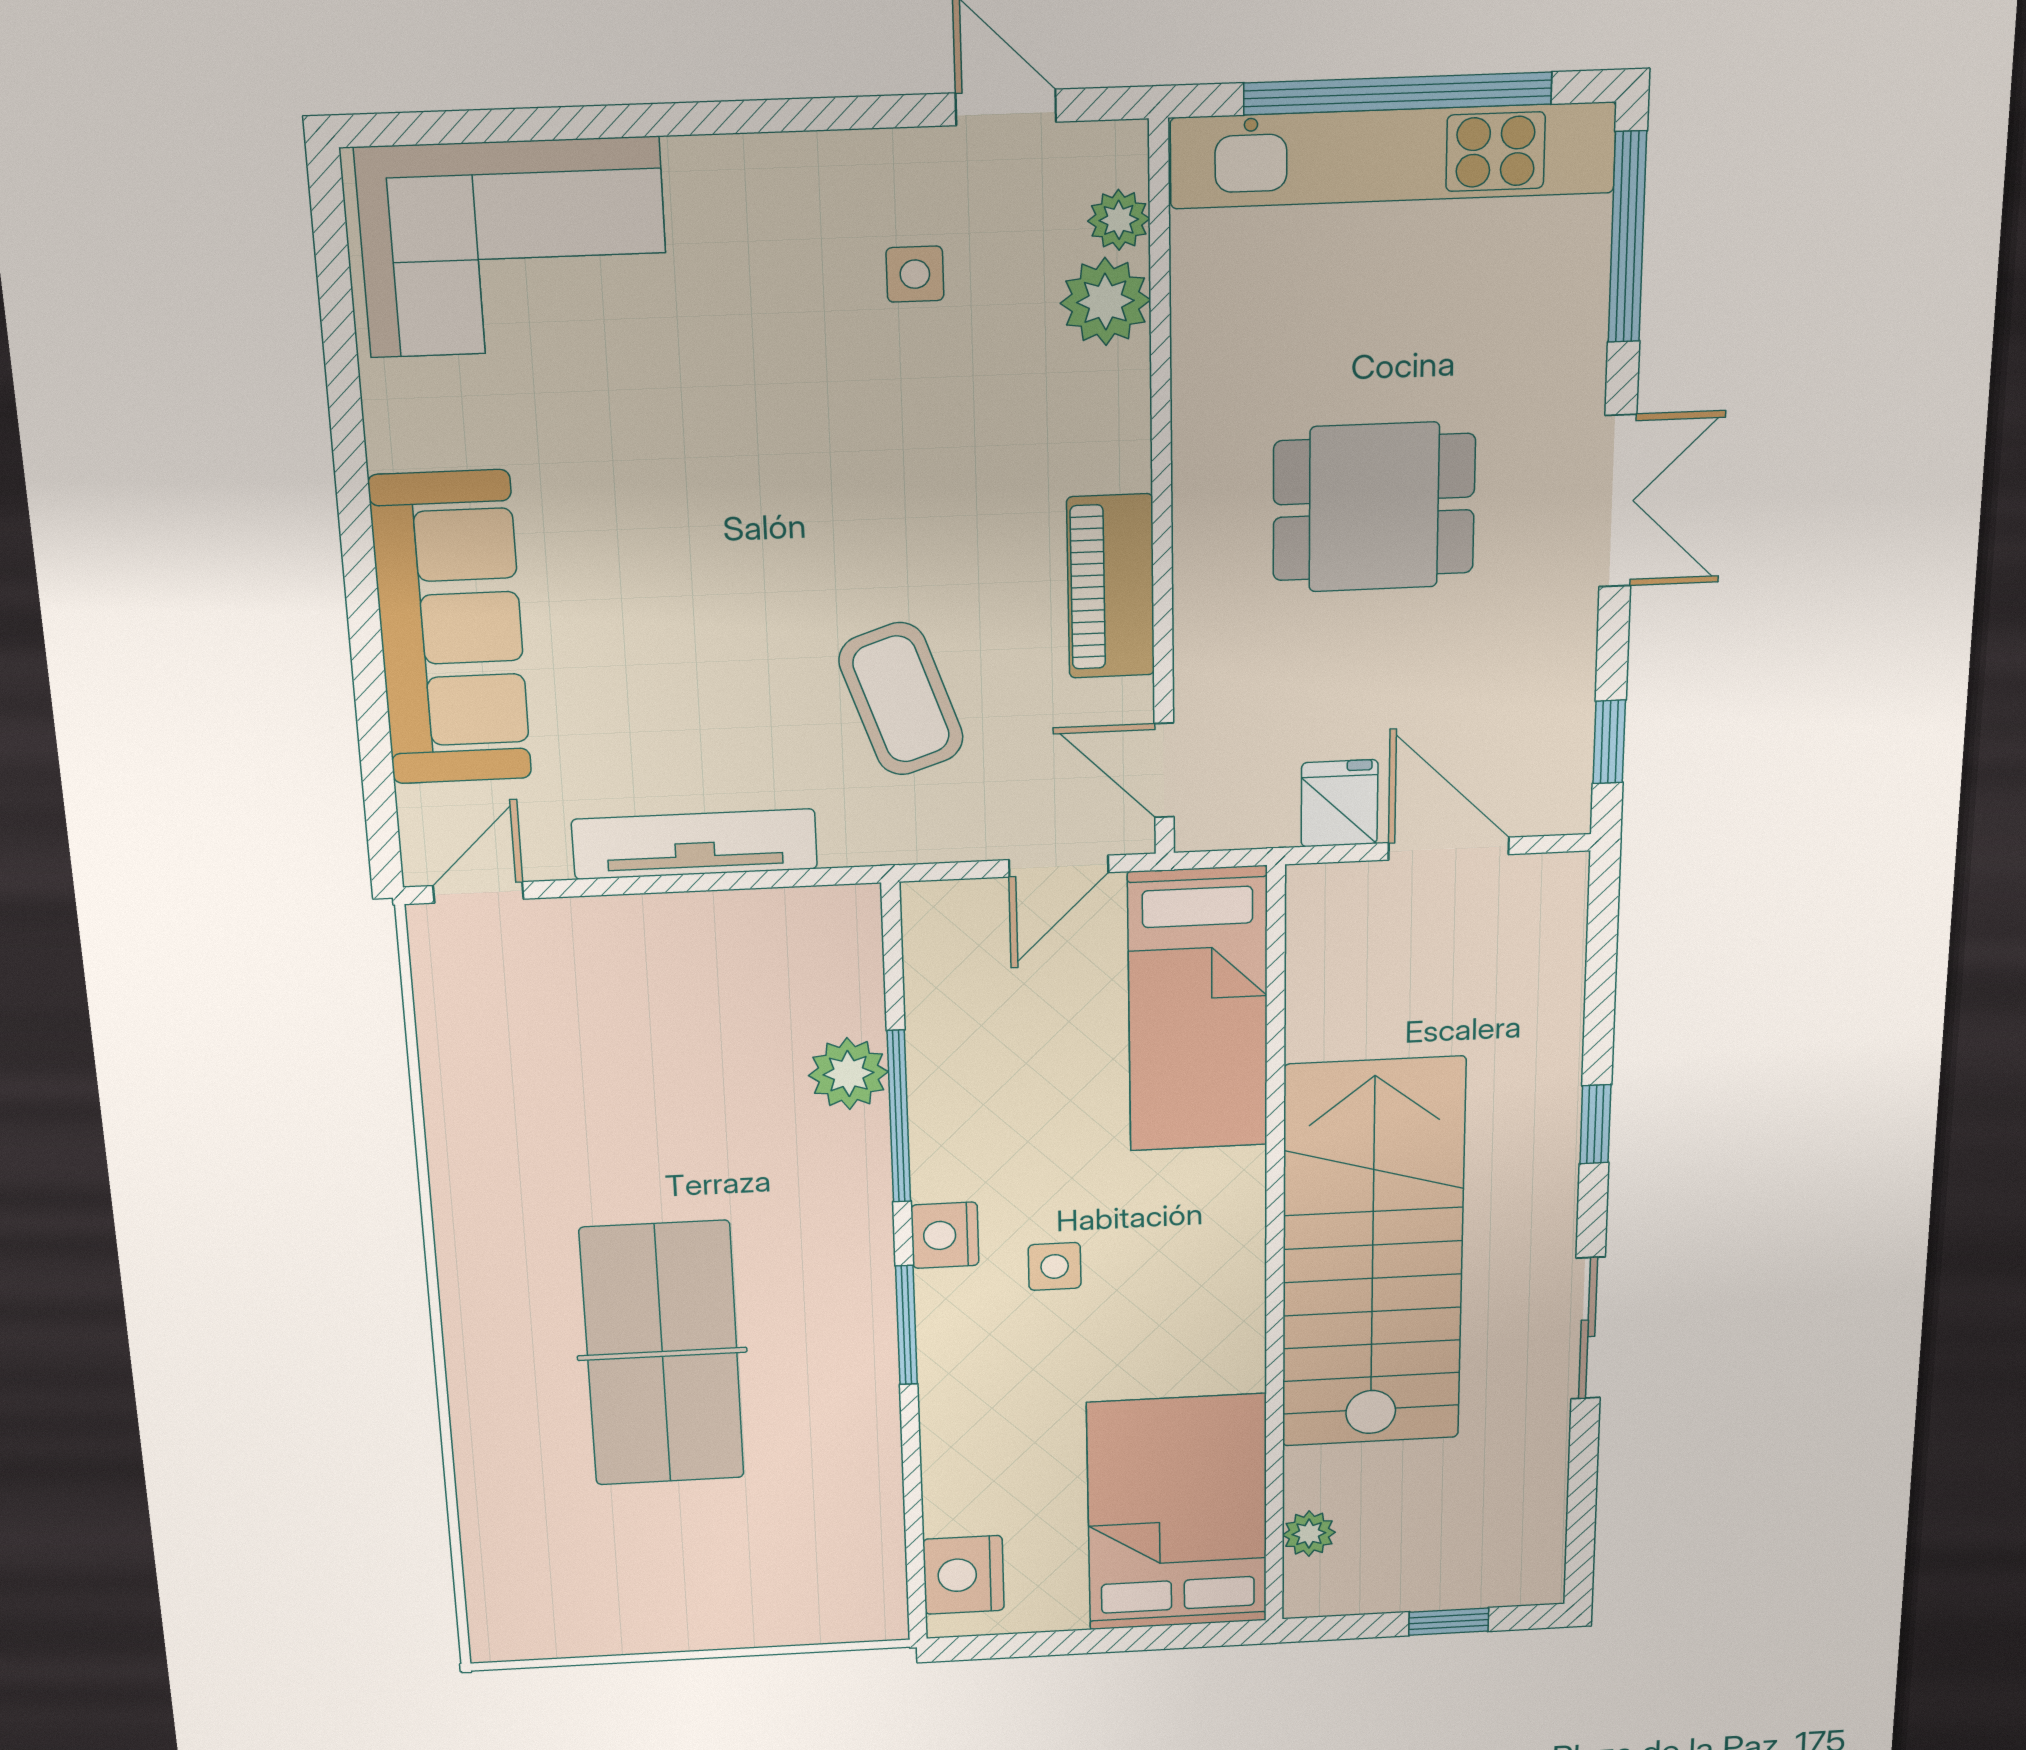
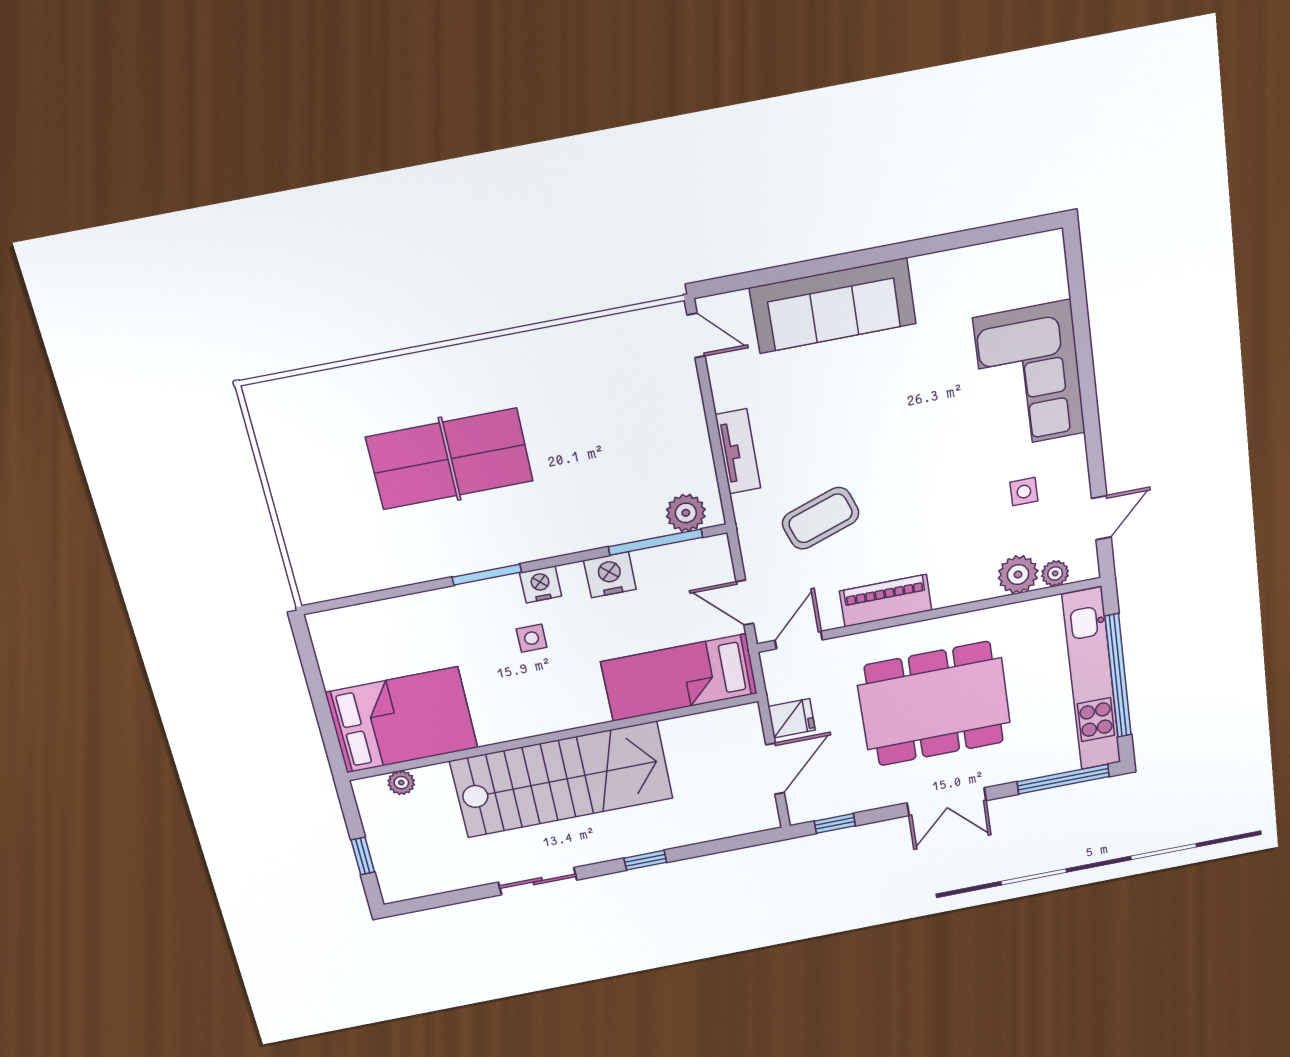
corner sofa: (514, 248) -> (1029, 376), moved
dining table: (1374, 507) -> (934, 704), width x1.88, depth x1.24
tv unit: (695, 844) -> (738, 451), width x0.71
plant: (848, 1074) -> (686, 513), moved
window: (899, 1117) -> (656, 542), moved
nightstand: (964, 1575) -> (610, 575), moved

